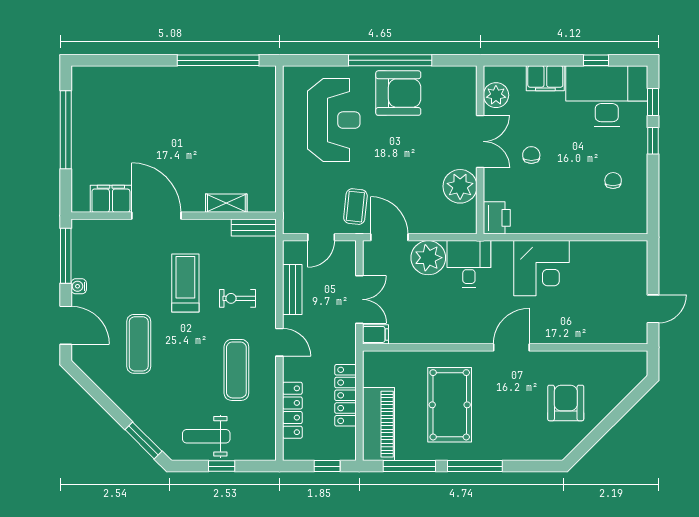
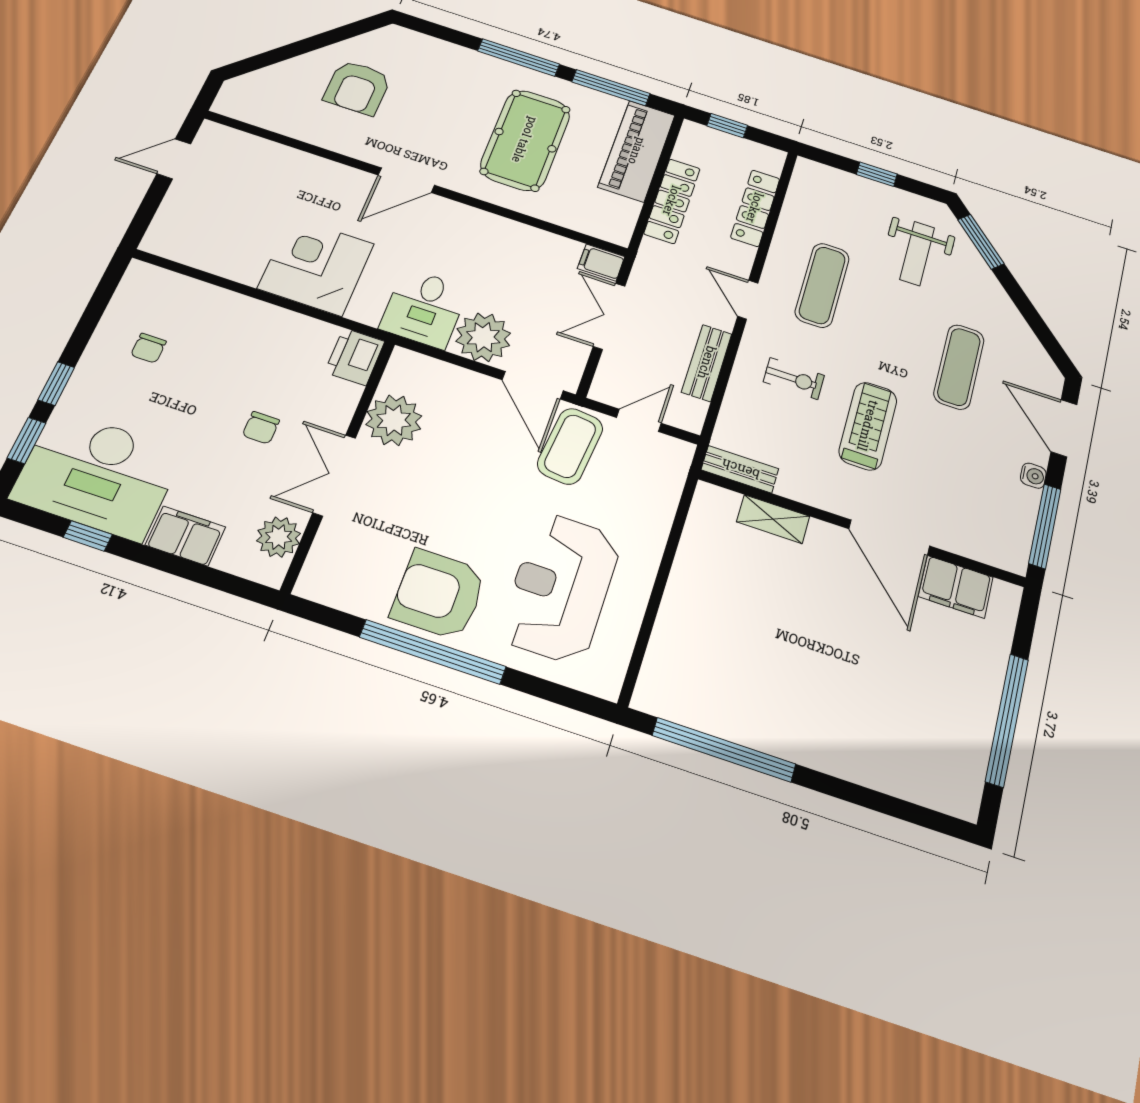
coffee table: (355, 207) -> (570, 446), width x1.36, depth x1.30
treadmill: (185, 283) -> (868, 426), turned 180
weight bench: (206, 436) -> (917, 253), moved, turned 90

